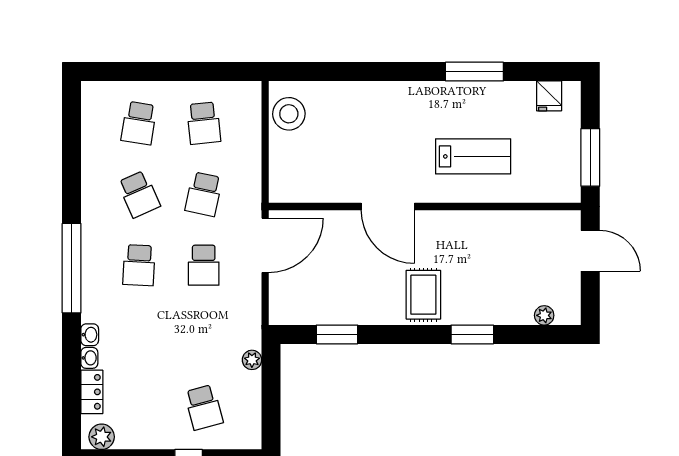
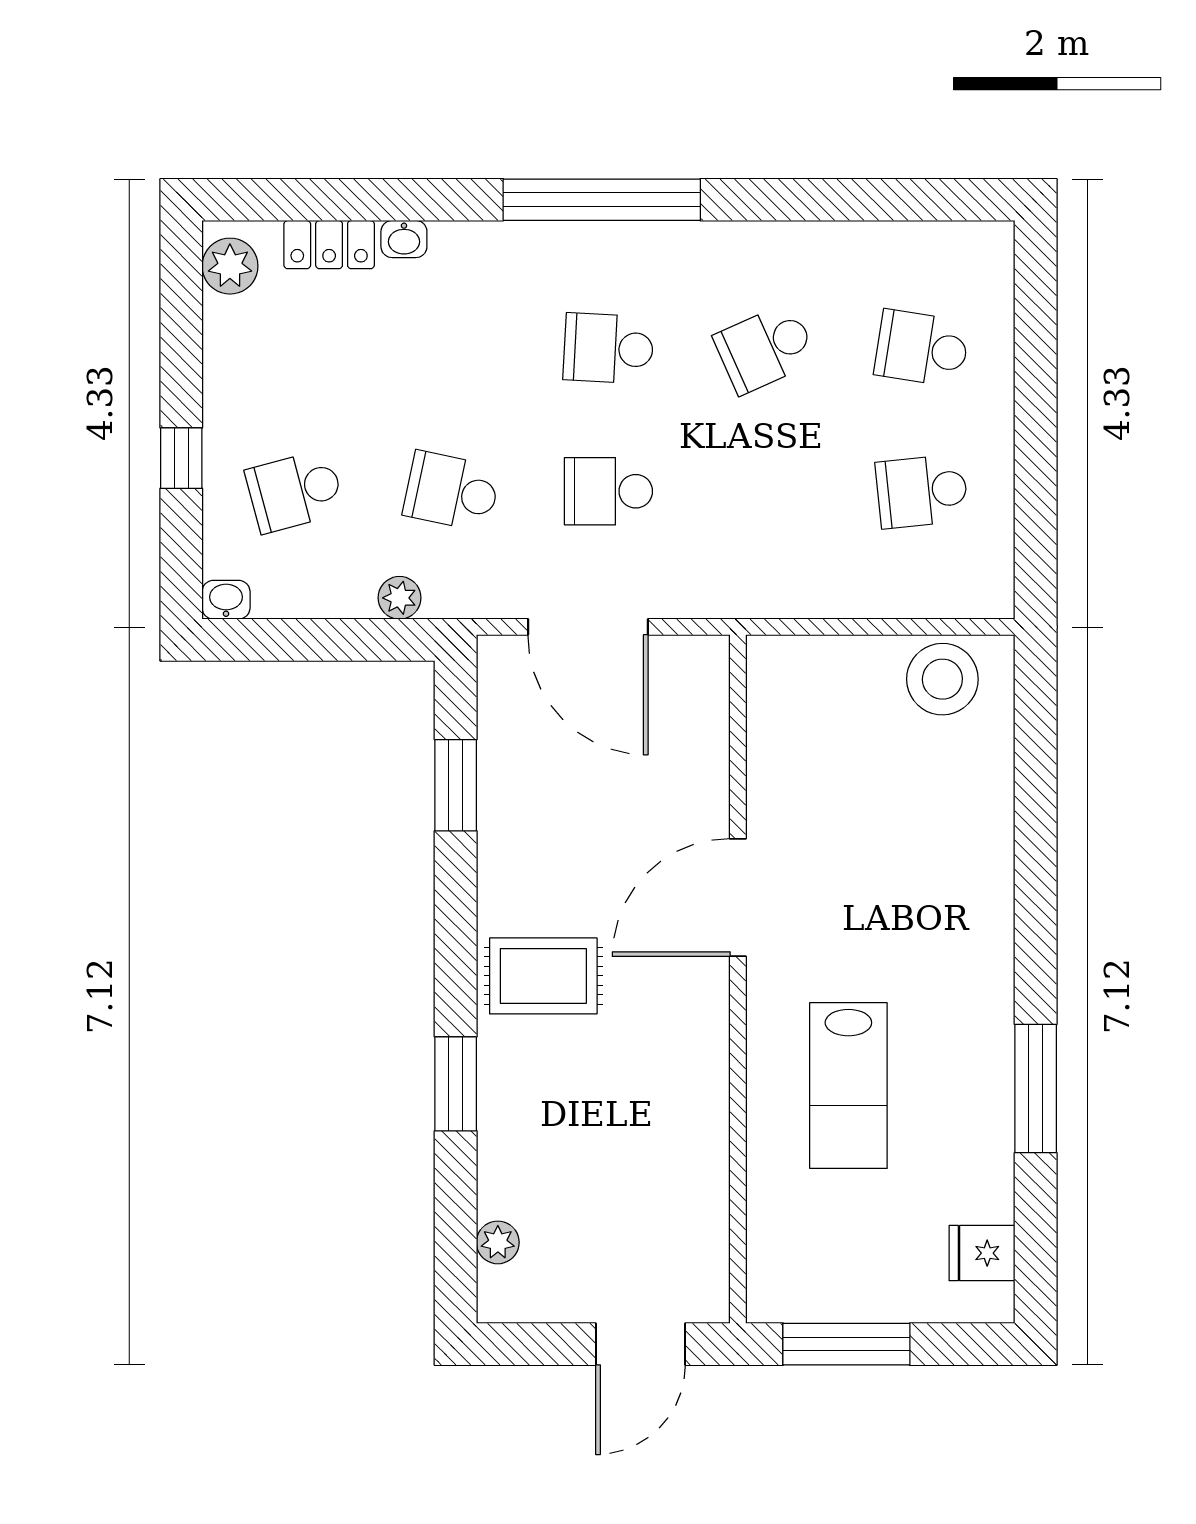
school desk: (204, 194) -> (452, 491), moved
door: (265, 245) -> (588, 627), moved
washbasin: (90, 335) -> (226, 600), moved, turned 180

